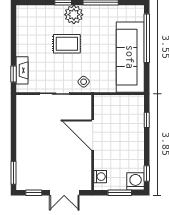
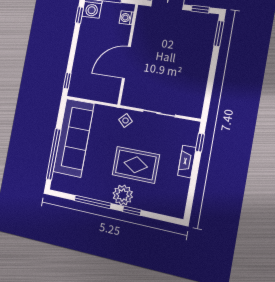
rug: (67, 44) -> (136, 165), width x1.36, depth x1.43
fireplace: (22, 70) -> (187, 162), moved
window: (147, 120) -> (67, 81), moved
door: (93, 135) -> (126, 62), swing flipped

